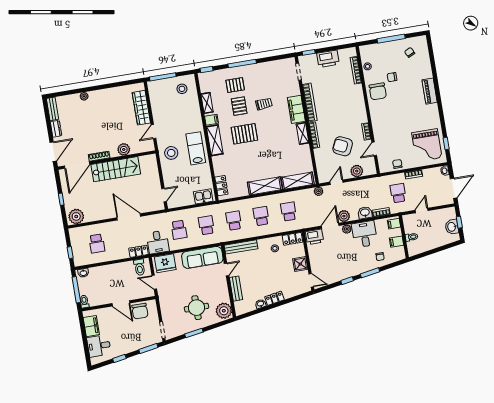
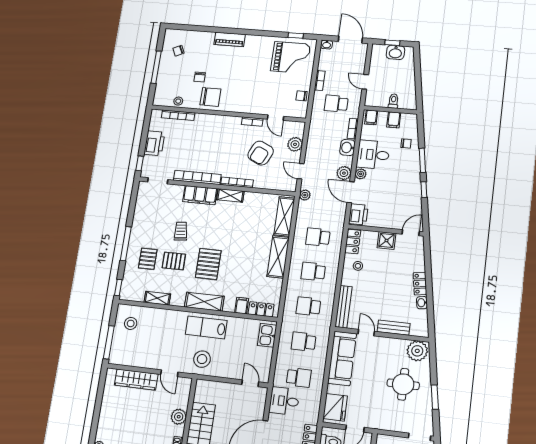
filing cabinet: (212, 120) -> (242, 306), moved
desk: (158, 242) -> (284, 401), moved, turned 180

